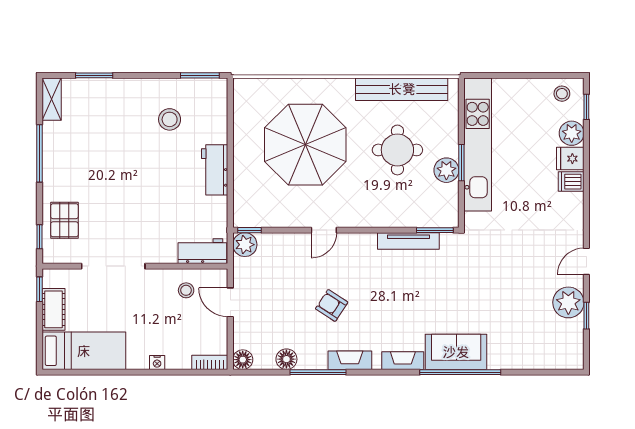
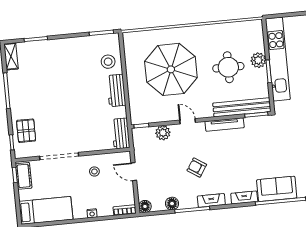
bench: (402, 89) -> (242, 107), moved
stool: (170, 119) -> (108, 62), moved
plant: (446, 170) -> (258, 60), moved
door: (324, 230) -> (188, 121), swing flipped
tv unit: (408, 241) -> (225, 125), moved
plant: (245, 245) -> (163, 133), moved
workbench: (202, 251) -> (121, 133), moved, turned -90
stool: (186, 290) -> (94, 171), moved
cot: (53, 309) -> (24, 176), moved

